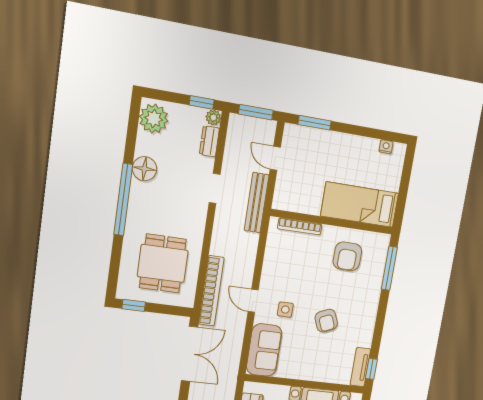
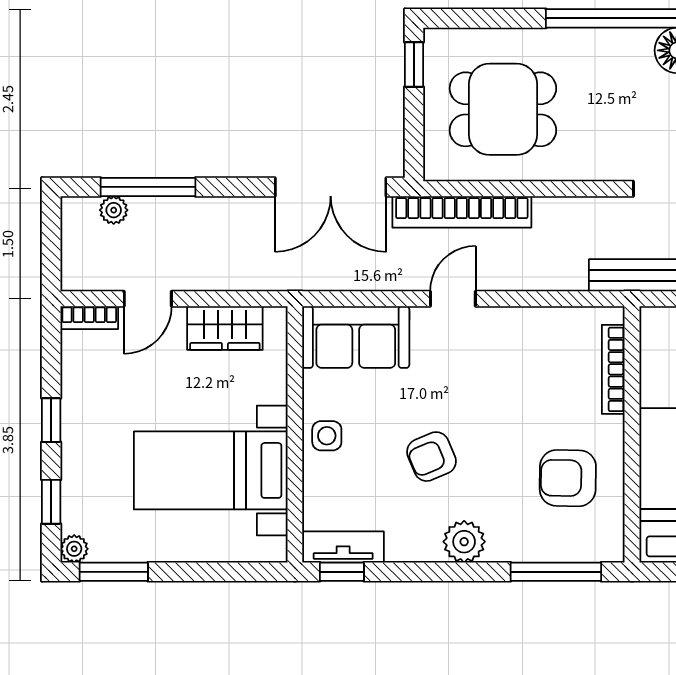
side table: (285, 310) -> (327, 436), moved
plant: (368, 310) -> (464, 542), added

